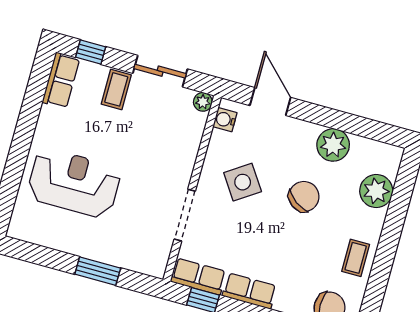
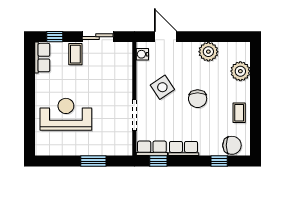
plant: (203, 102) -> (127, 48), removed
chair: (304, 197) -> (198, 99), moved, turned 144

